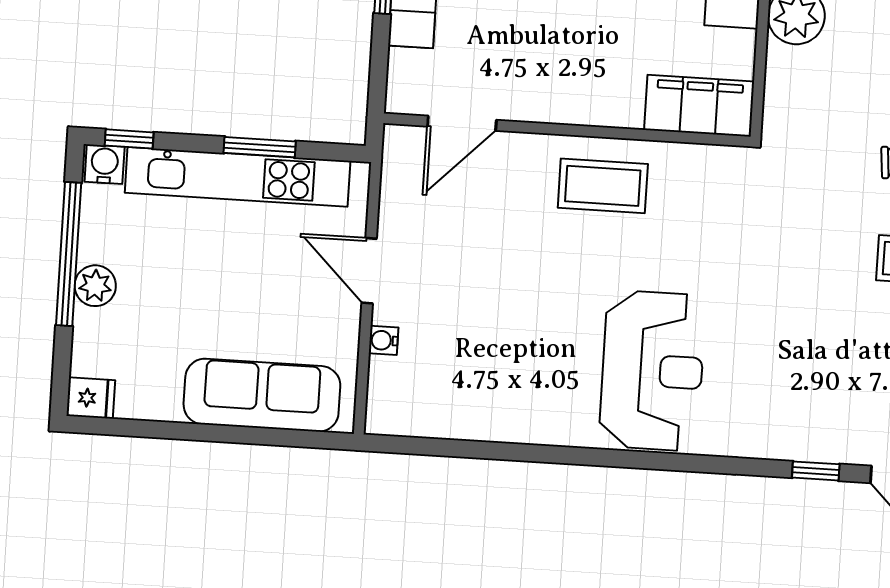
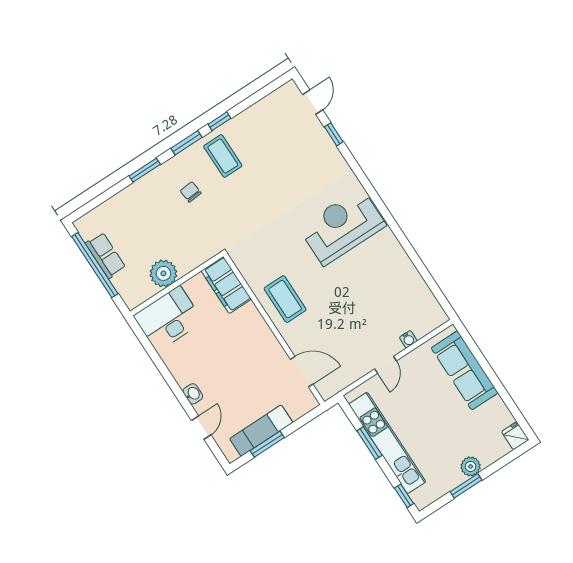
water cooler: (105, 164) -> (421, 498), removed
window: (69, 254) -> (466, 486), width x0.47
door: (369, 271) -> (386, 365), width x0.73

